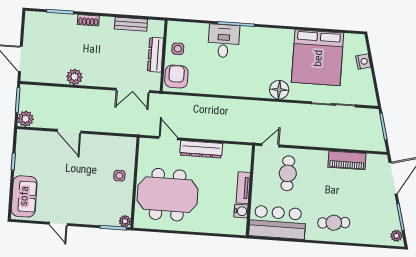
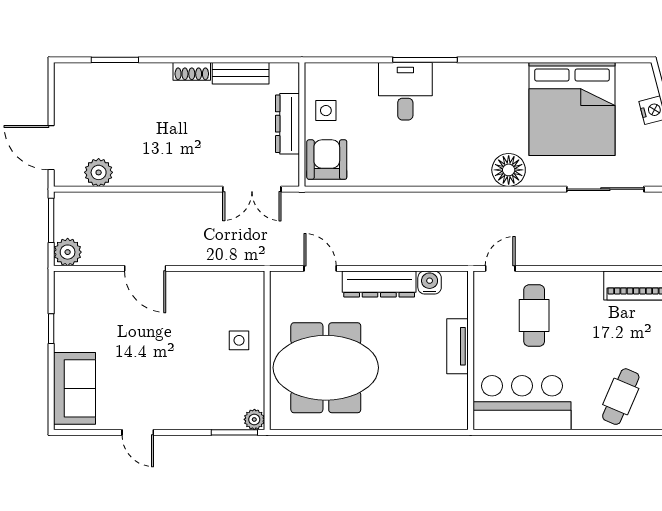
shoe rack: (88, 20) -> (192, 71), moved
plant: (74, 77) -> (99, 172), moved
water cooler: (241, 211) -> (430, 283), moved, turned -90
cafe table: (334, 223) -> (621, 397), turned -62

